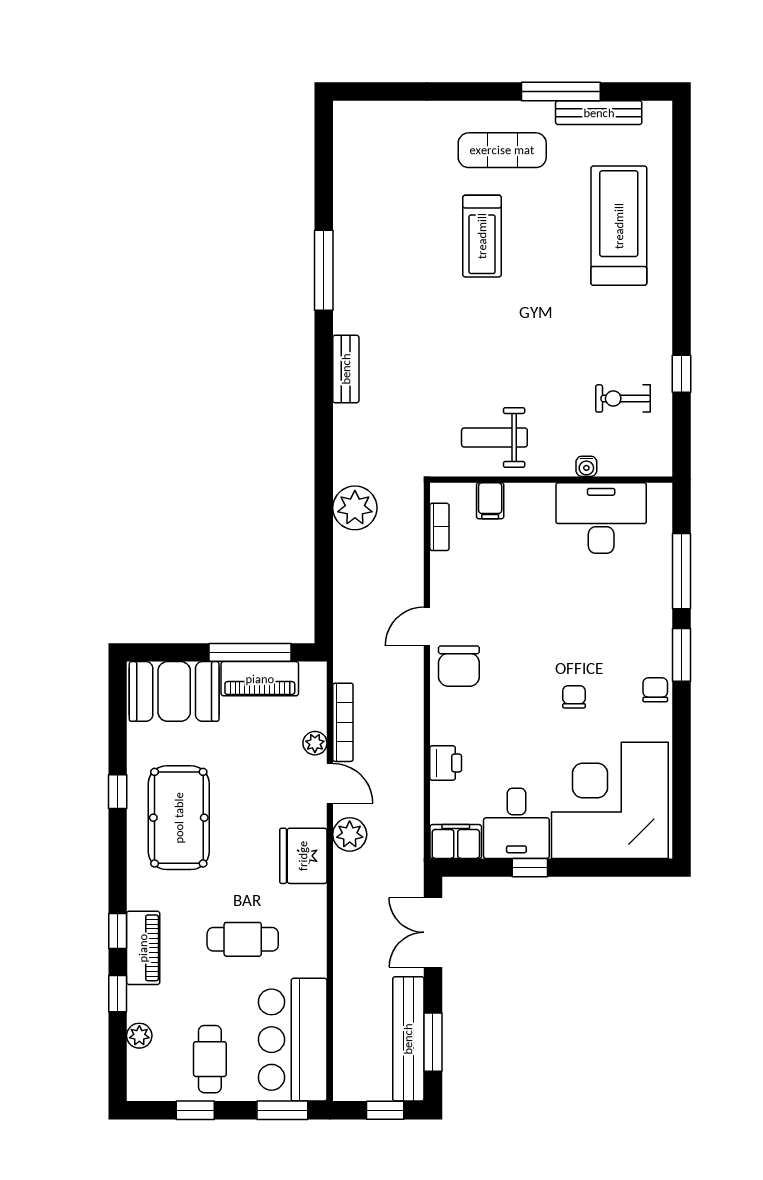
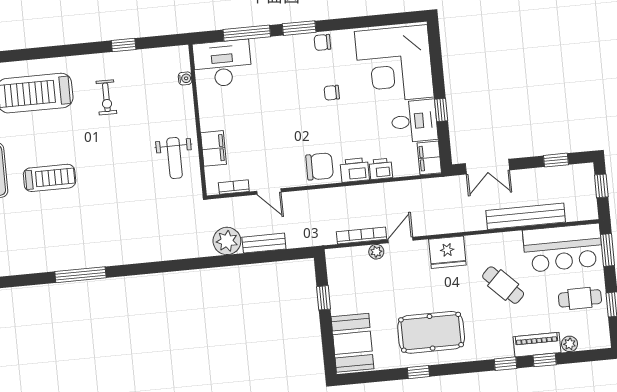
bench: (346, 369) -> (264, 243), moved
exercise bike: (623, 398) -> (106, 97), moved
water cooler: (586, 466) -> (185, 78), moved
filing cabinet: (490, 501) -> (214, 148), width x2.00
desk: (601, 518) -> (222, 64), moved, turned 90
door: (427, 626) -> (269, 192), moved
window: (250, 652) -> (324, 298), width x0.46
piano: (260, 679) -> (339, 290), removed
printer: (448, 721) -> (355, 170), added
plant: (350, 834) -> (431, 225), removed
cafe table: (243, 939) -> (503, 285), turned -45
piano: (143, 948) -> (537, 345), moved
bench: (408, 1039) -> (526, 216), moved
window: (433, 1042) -> (556, 160), width x0.67

